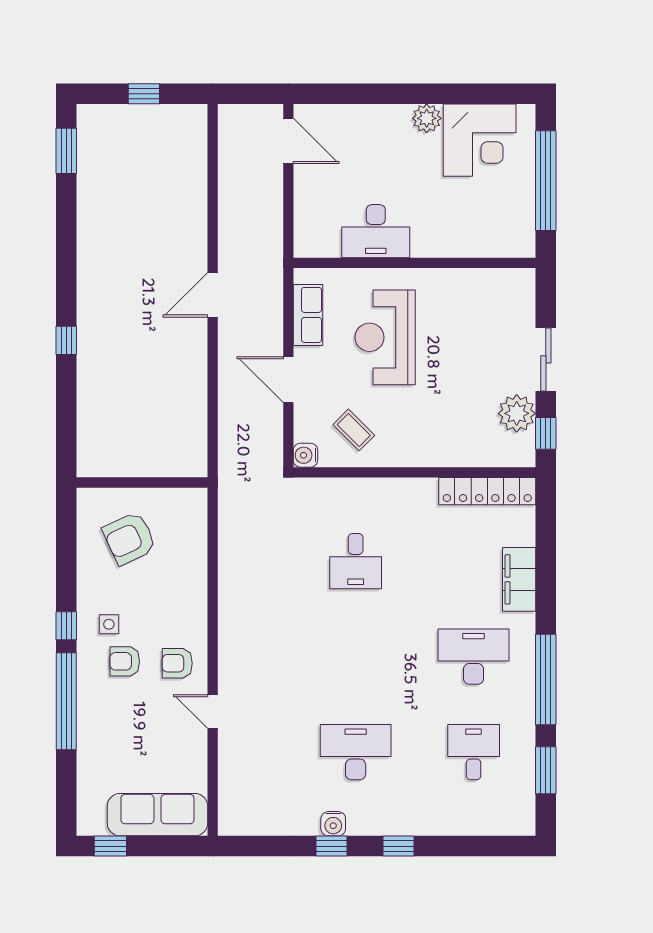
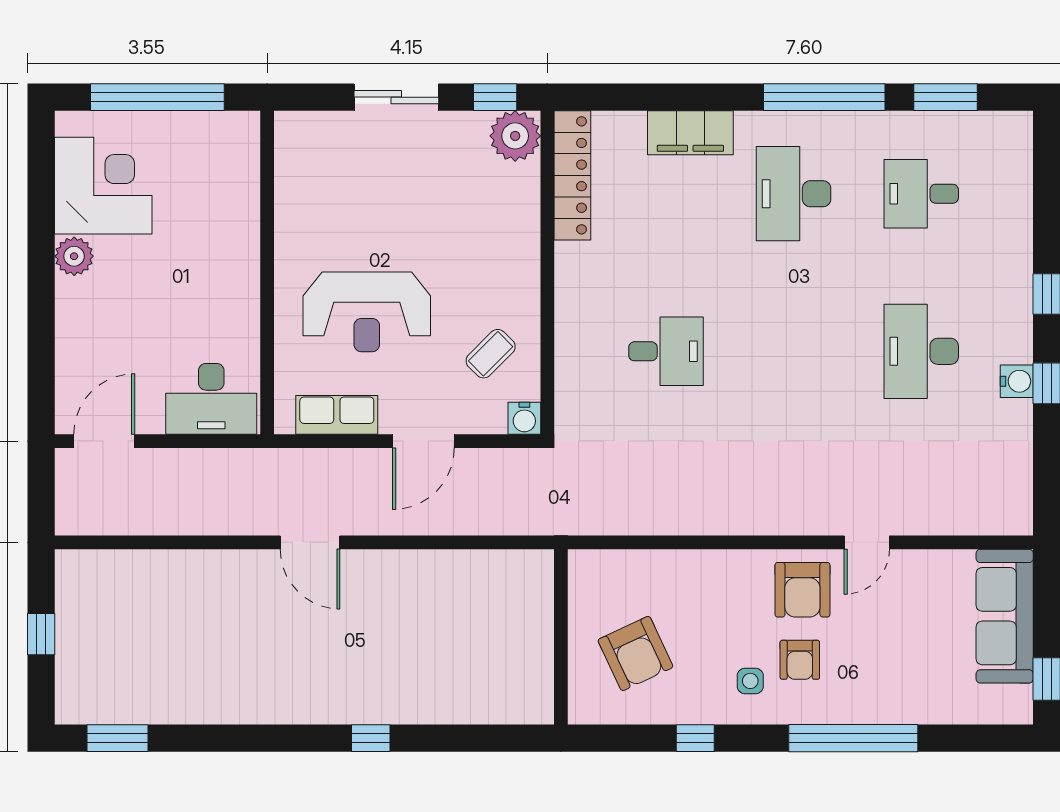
desk: (376, 231) -> (211, 399), moved, turned 90
plant: (517, 413) -> (515, 136), moved
window: (66, 626) -> (695, 738), moved
armchair: (177, 663) -> (802, 590), width x1.38, depth x1.38

